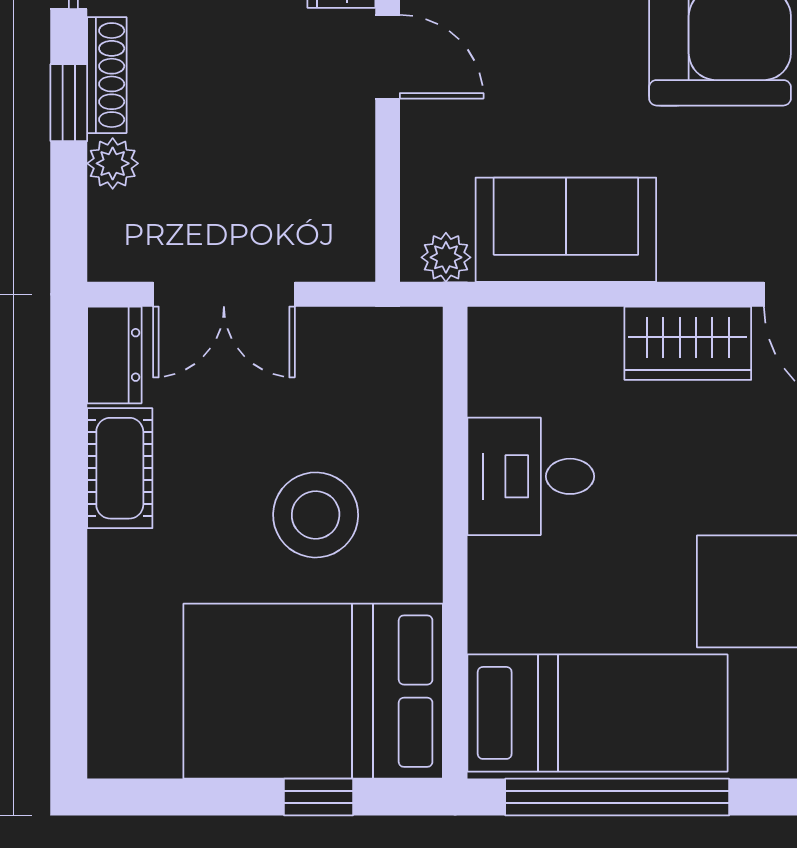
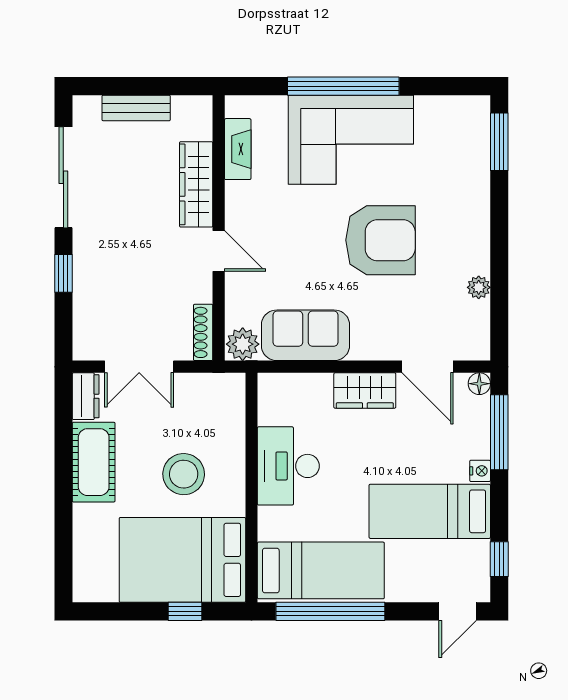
shoe rack: (107, 75) -> (203, 332), moved, turned 180
plant: (113, 163) -> (85, 303), removed
plant: (446, 257) -> (243, 344), width x1.38, depth x1.38
cot: (120, 468) -> (94, 462), width x1.37, depth x1.34
desk: (531, 476) -> (288, 466), width x1.37

